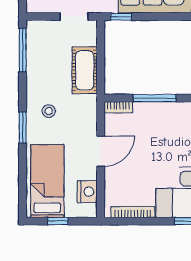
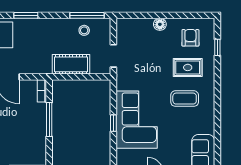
window: (121, 17) -> (113, 123), moved
stool: (49, 111) -> (84, 30), moved

